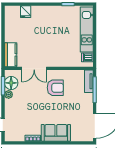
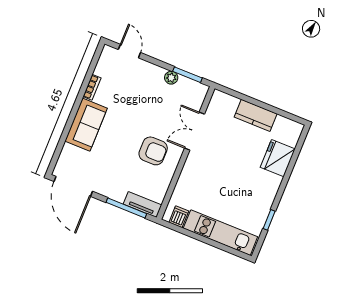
fridge: (26, 12) -> (278, 158), width x1.88, depth x1.34
kitchen counter: (11, 55) -> (256, 115), moved
floor lamp: (11, 83) -> (187, 88), removed
armchair: (55, 88) -> (153, 151), turned -90

